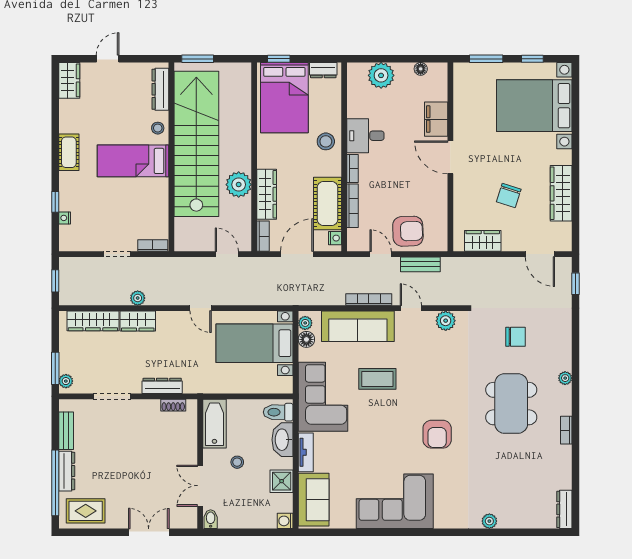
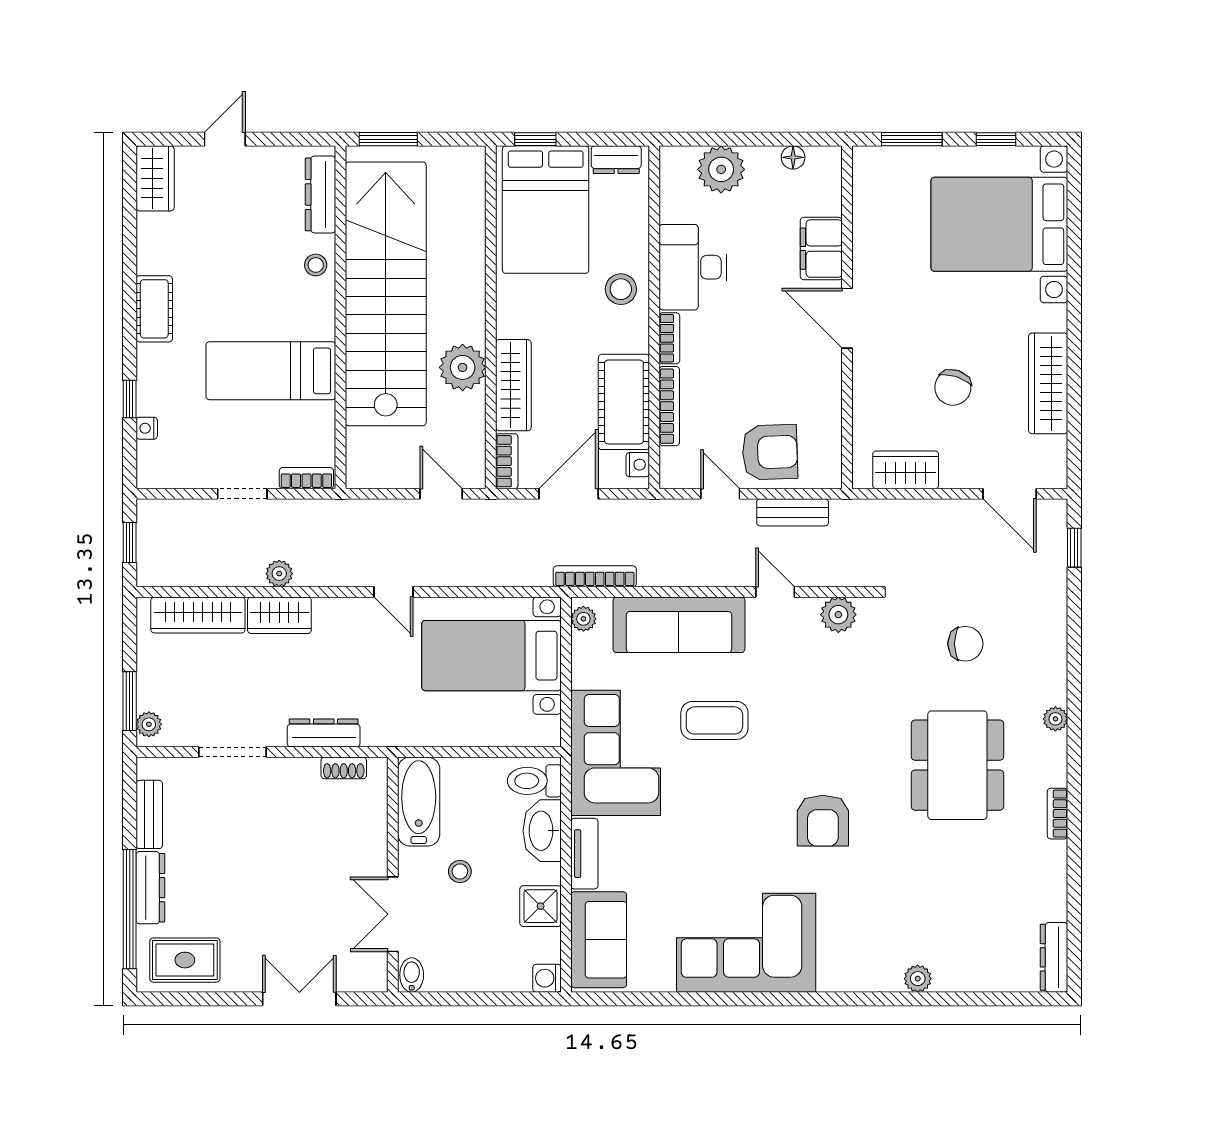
desk: (365, 136) -> (693, 267), width x1.37
bed: (133, 161) -> (271, 371), moved
bookcase: (369, 300) -> (595, 576), moved
floor lamp: (306, 339) -> (586, 649), removed

